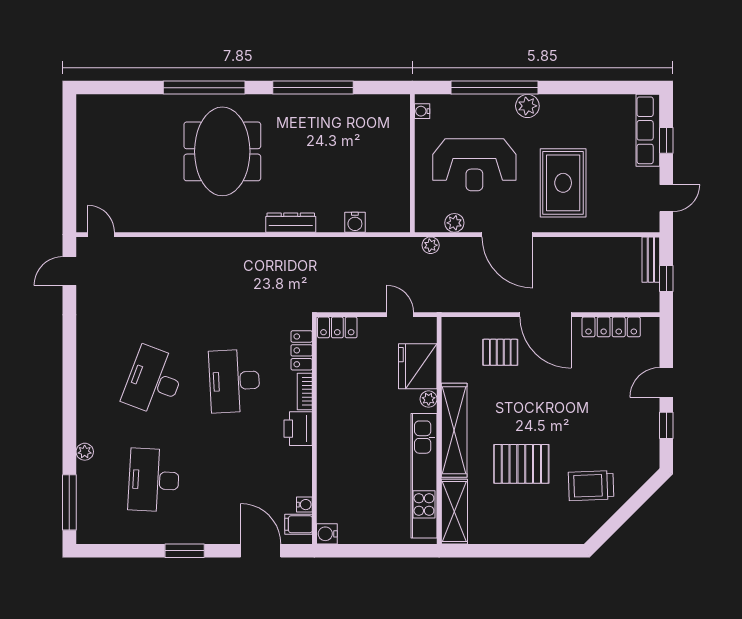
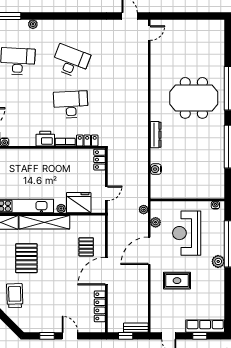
rug: (563, 183) -> (177, 281), width x0.73, depth x0.70

